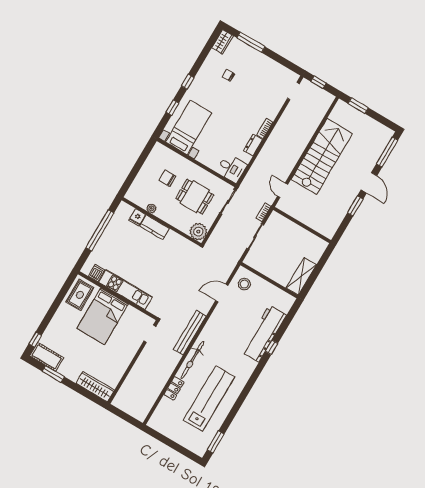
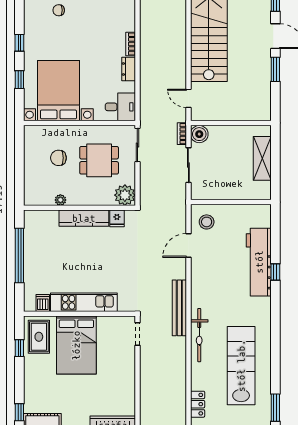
bed with nightstands: (189, 127) -> (58, 91), width x1.36
fridge: (137, 217) -> (117, 218), moved
boiler: (275, 220) -> (199, 134), added
kitchen counter: (155, 227) -> (84, 218), width x1.50
shelving: (301, 276) -> (262, 158), moved
window: (62, 295) -> (19, 348), added
locker: (174, 388) -> (198, 404), moved

